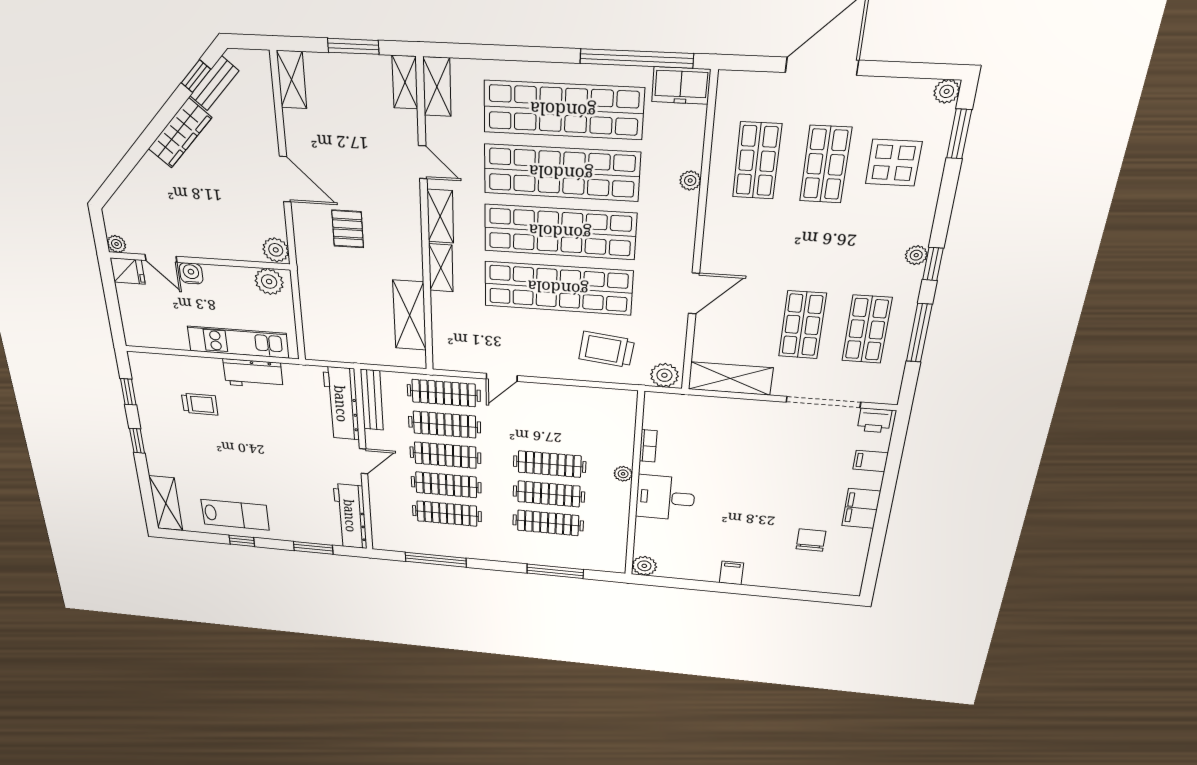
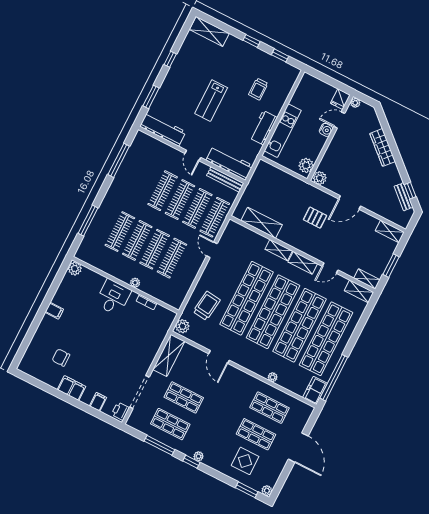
wardrobe: (180, 133) -> (383, 147), moved
clothes rail: (447, 514) -> (172, 258), moved
lab bench: (235, 515) -> (211, 101), moved
chair: (811, 540) -> (61, 358), turned 180

